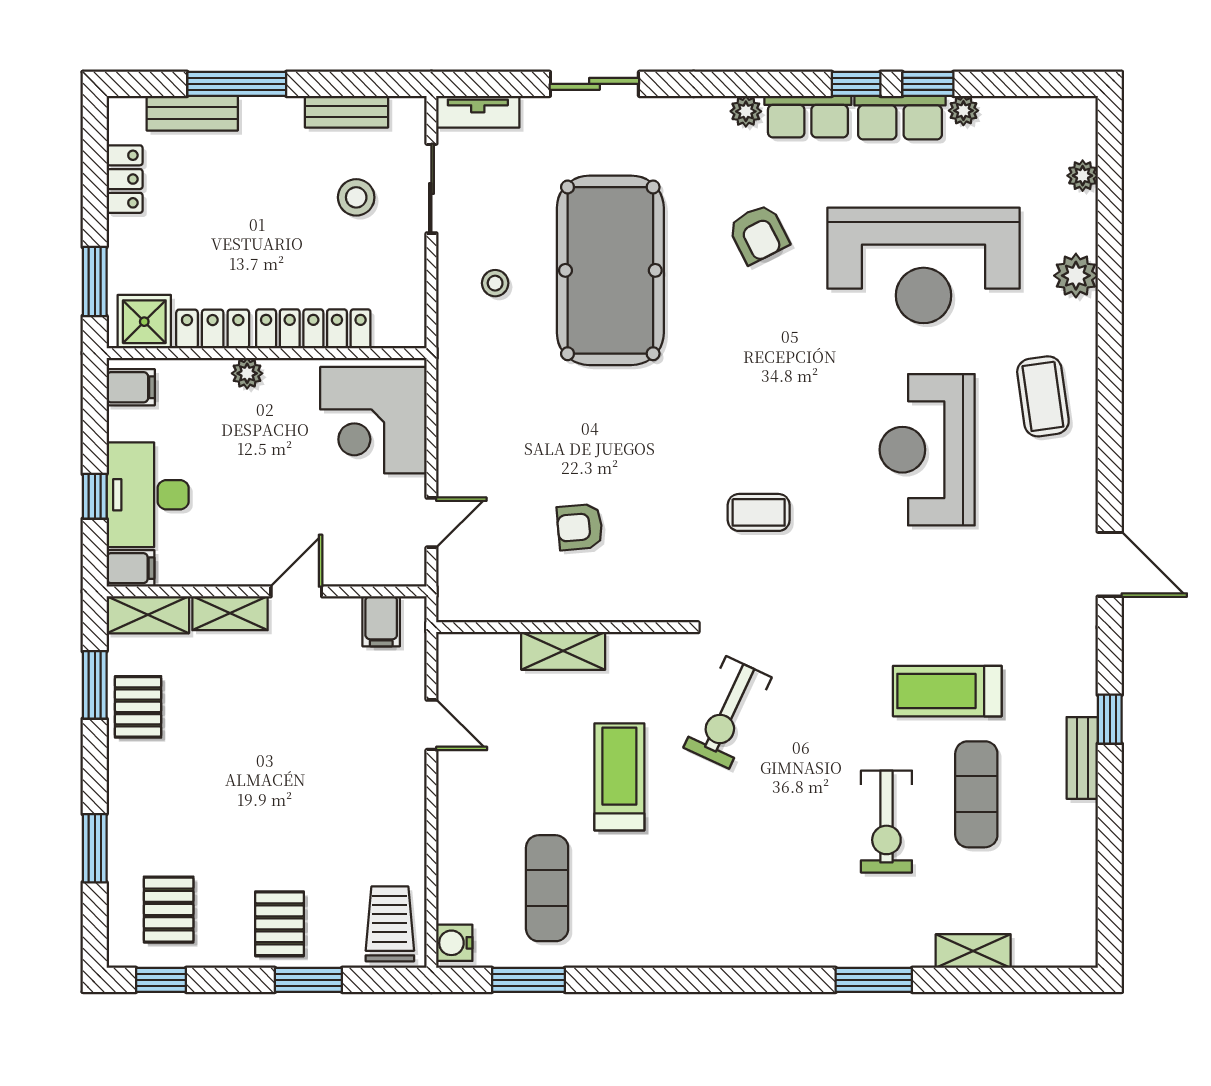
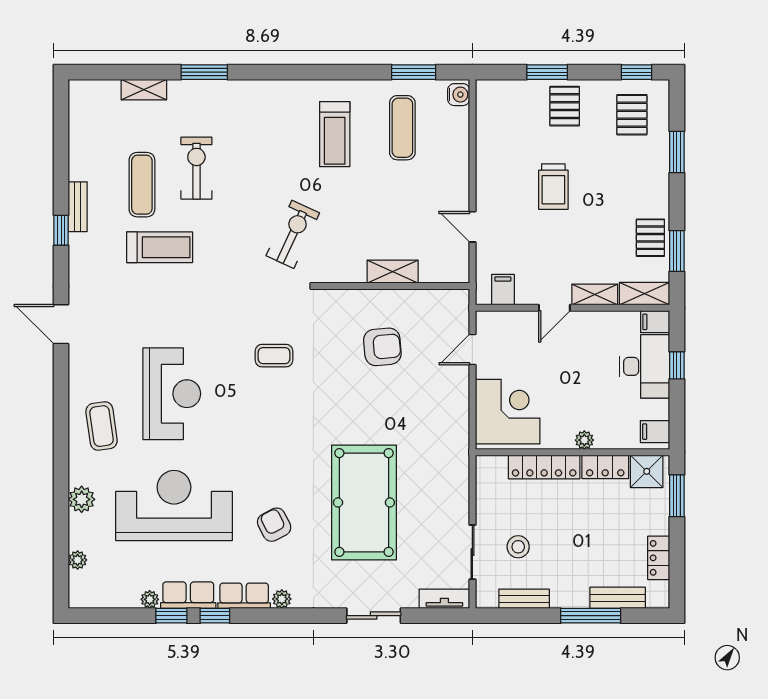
stool: (495, 283) -> (434, 495), removed
armchair: (580, 527) -> (382, 347), width x1.38, depth x1.38
treadmill: (619, 777) -> (335, 134), moved
trolley: (390, 924) -> (553, 187), moved

